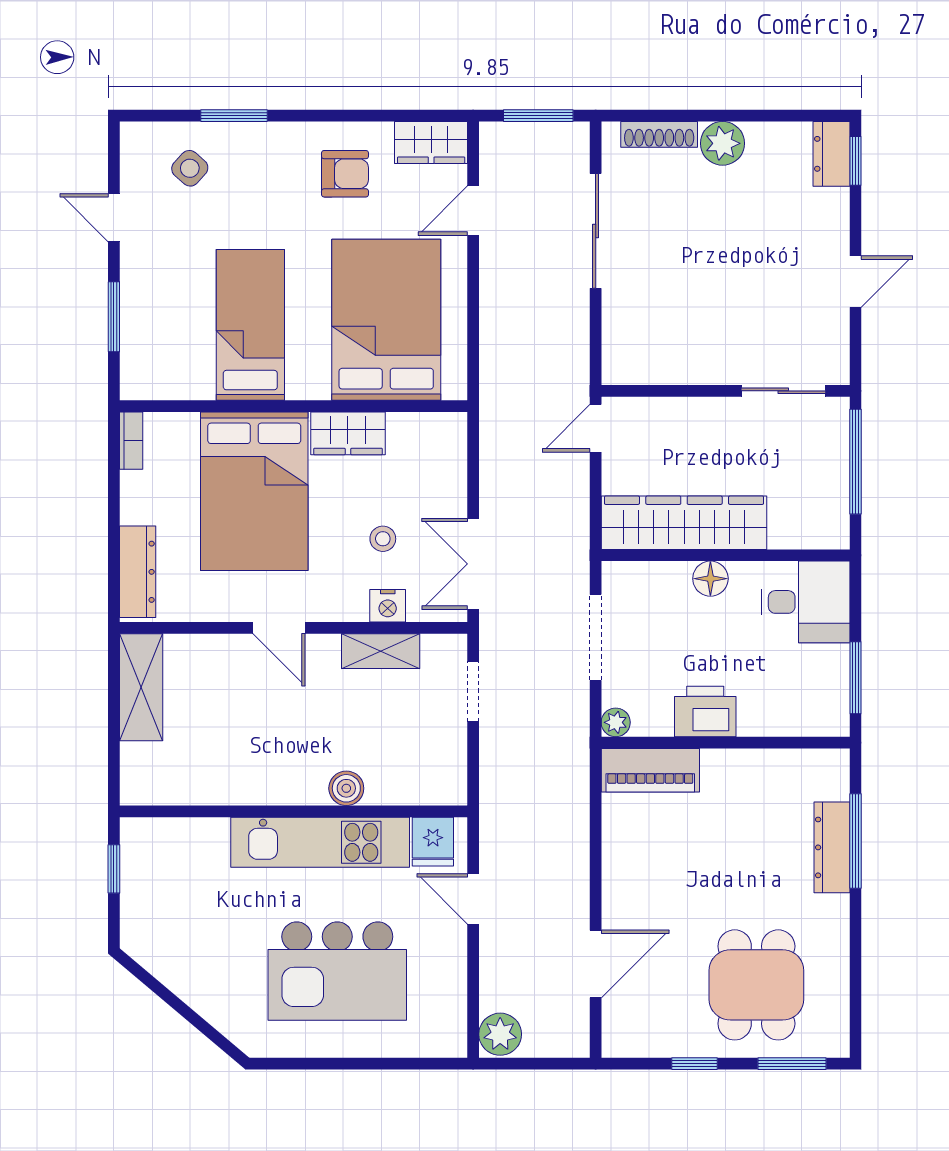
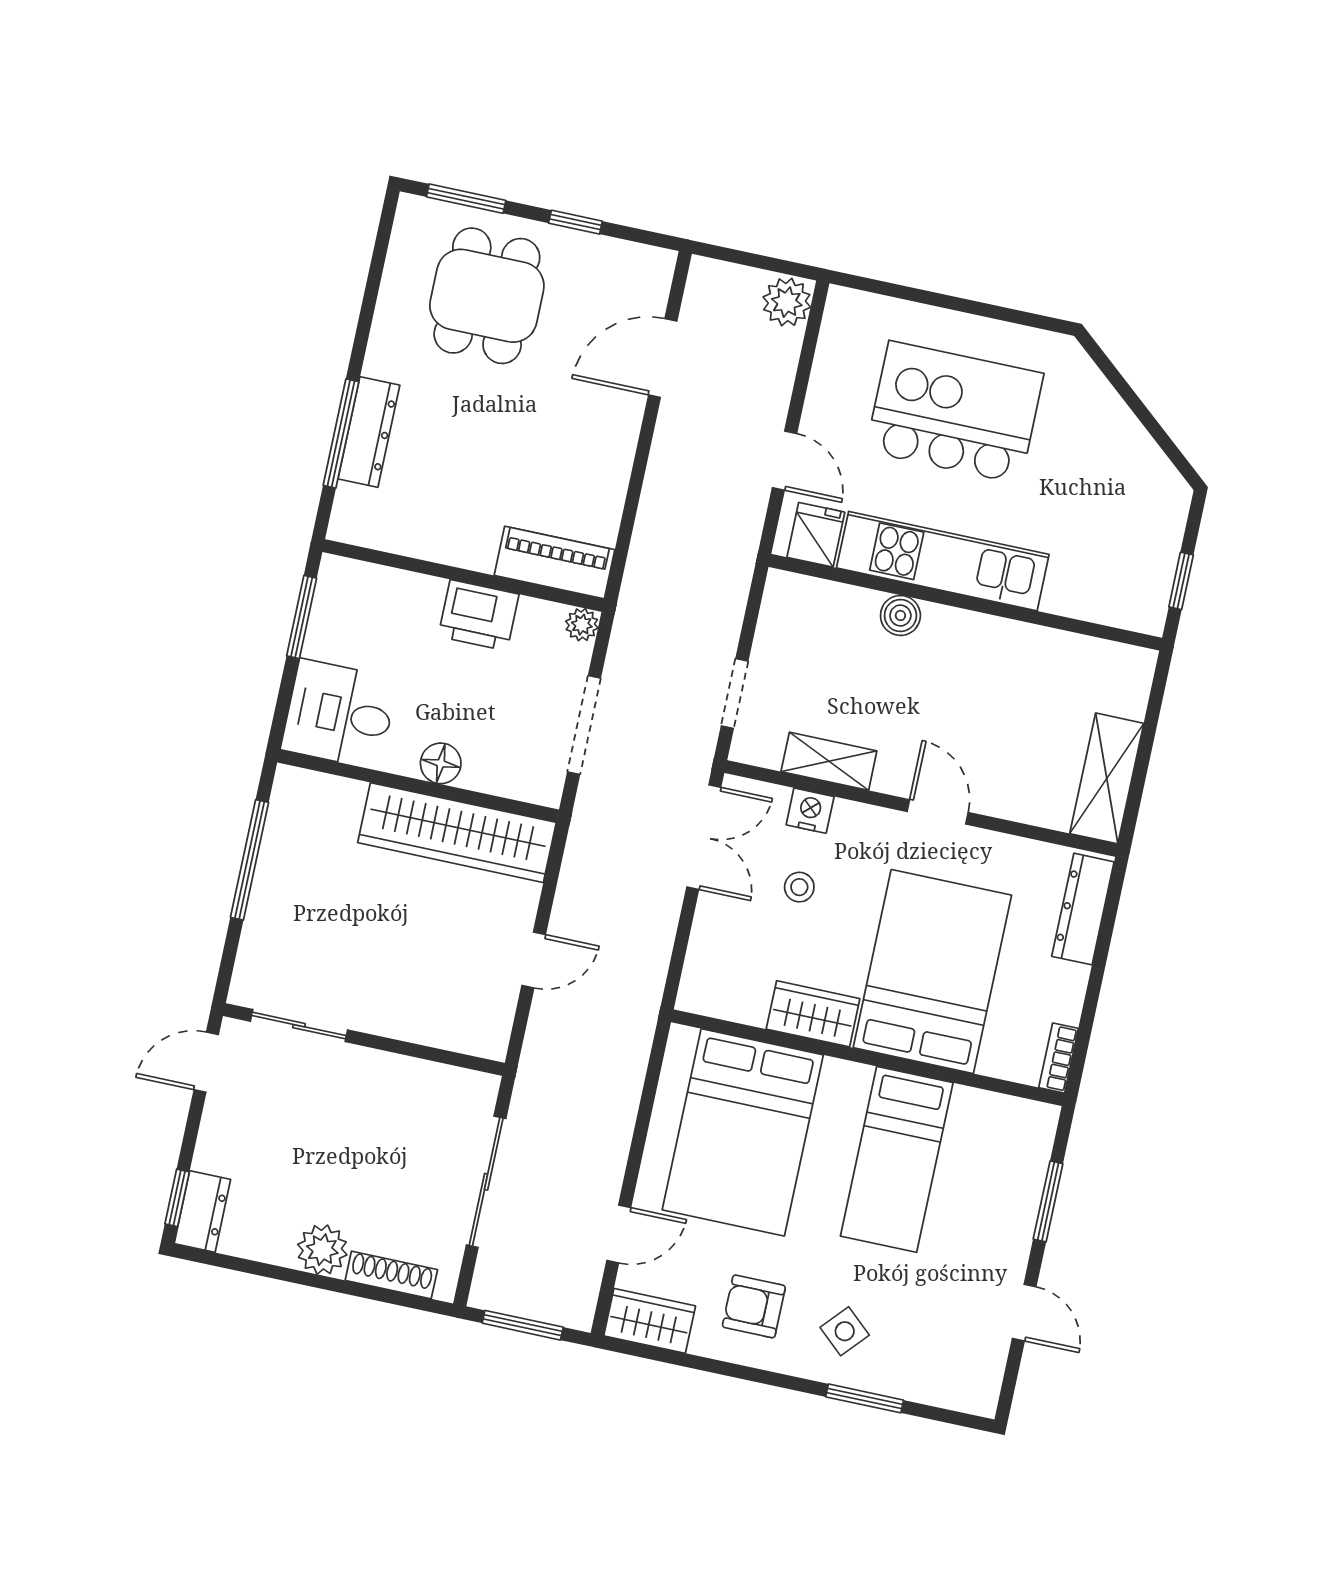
side table: (190, 168) -> (845, 1331), moved
wall: (726, 391) -> (364, 1039), moved
sliding door: (783, 391) -> (299, 1026), moved

